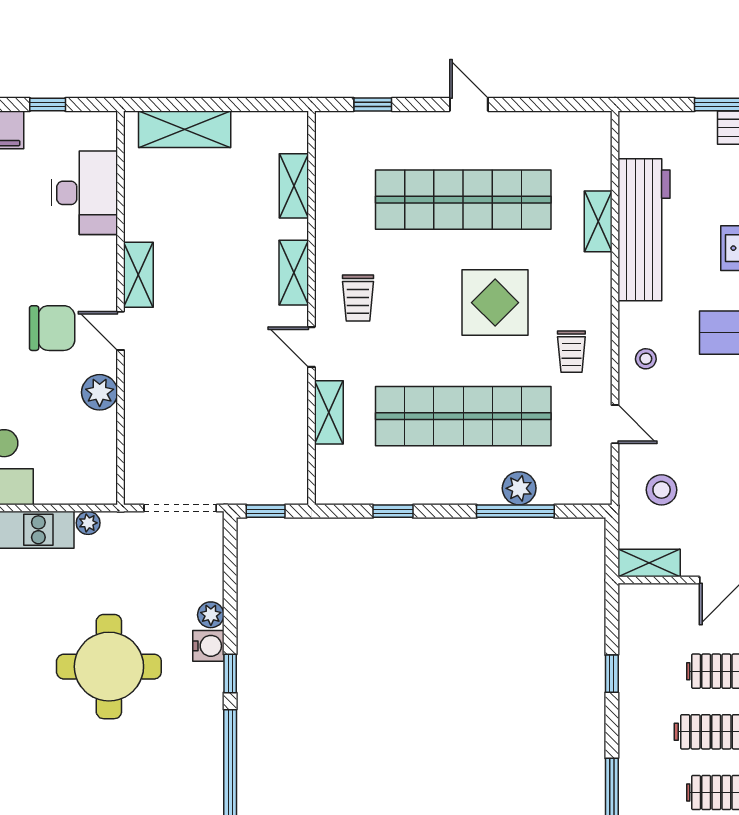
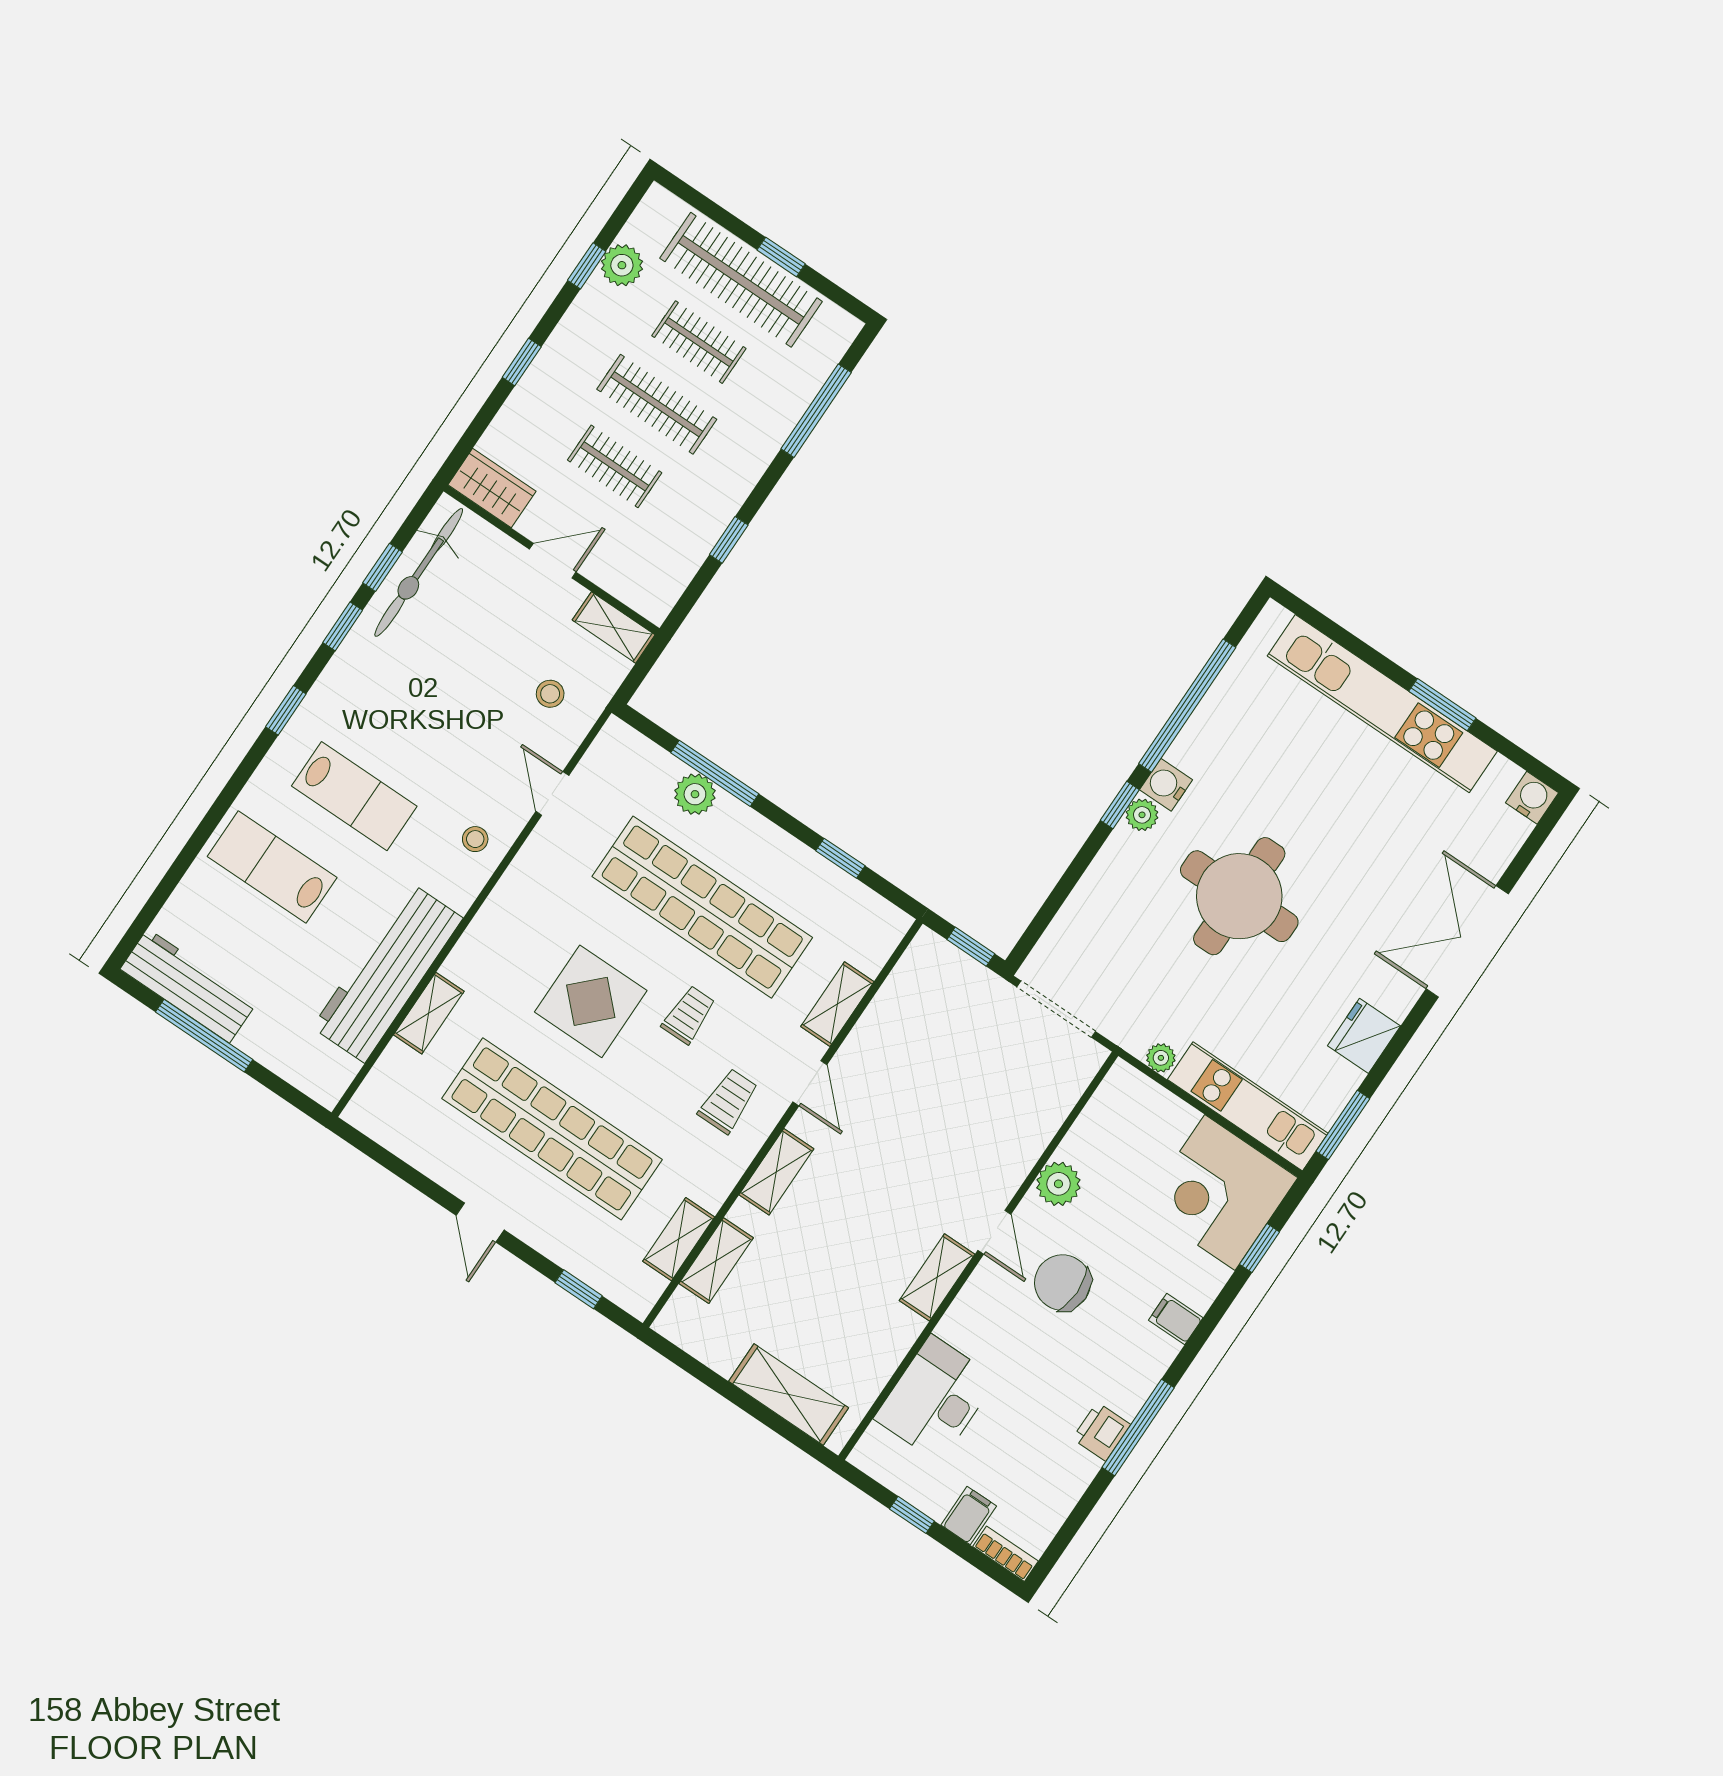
shelving: (329, 183) -> (679, 1239), added
trolley: (571, 352) -> (689, 1015), moved
stool: (662, 490) -> (550, 694), width x0.73, depth x0.73
plant: (211, 615) -> (1142, 815), moved
water cooler: (208, 646) -> (1166, 785), moved

